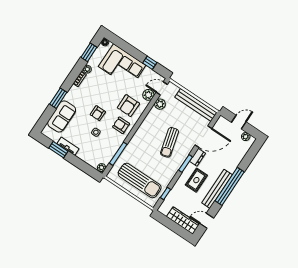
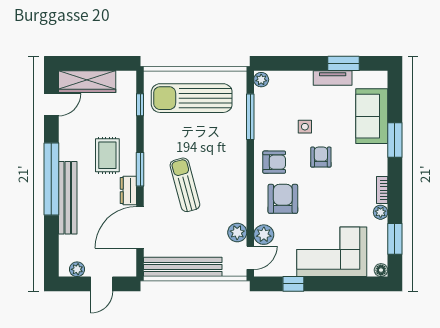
bench: (217, 189) -> (68, 198), moved

